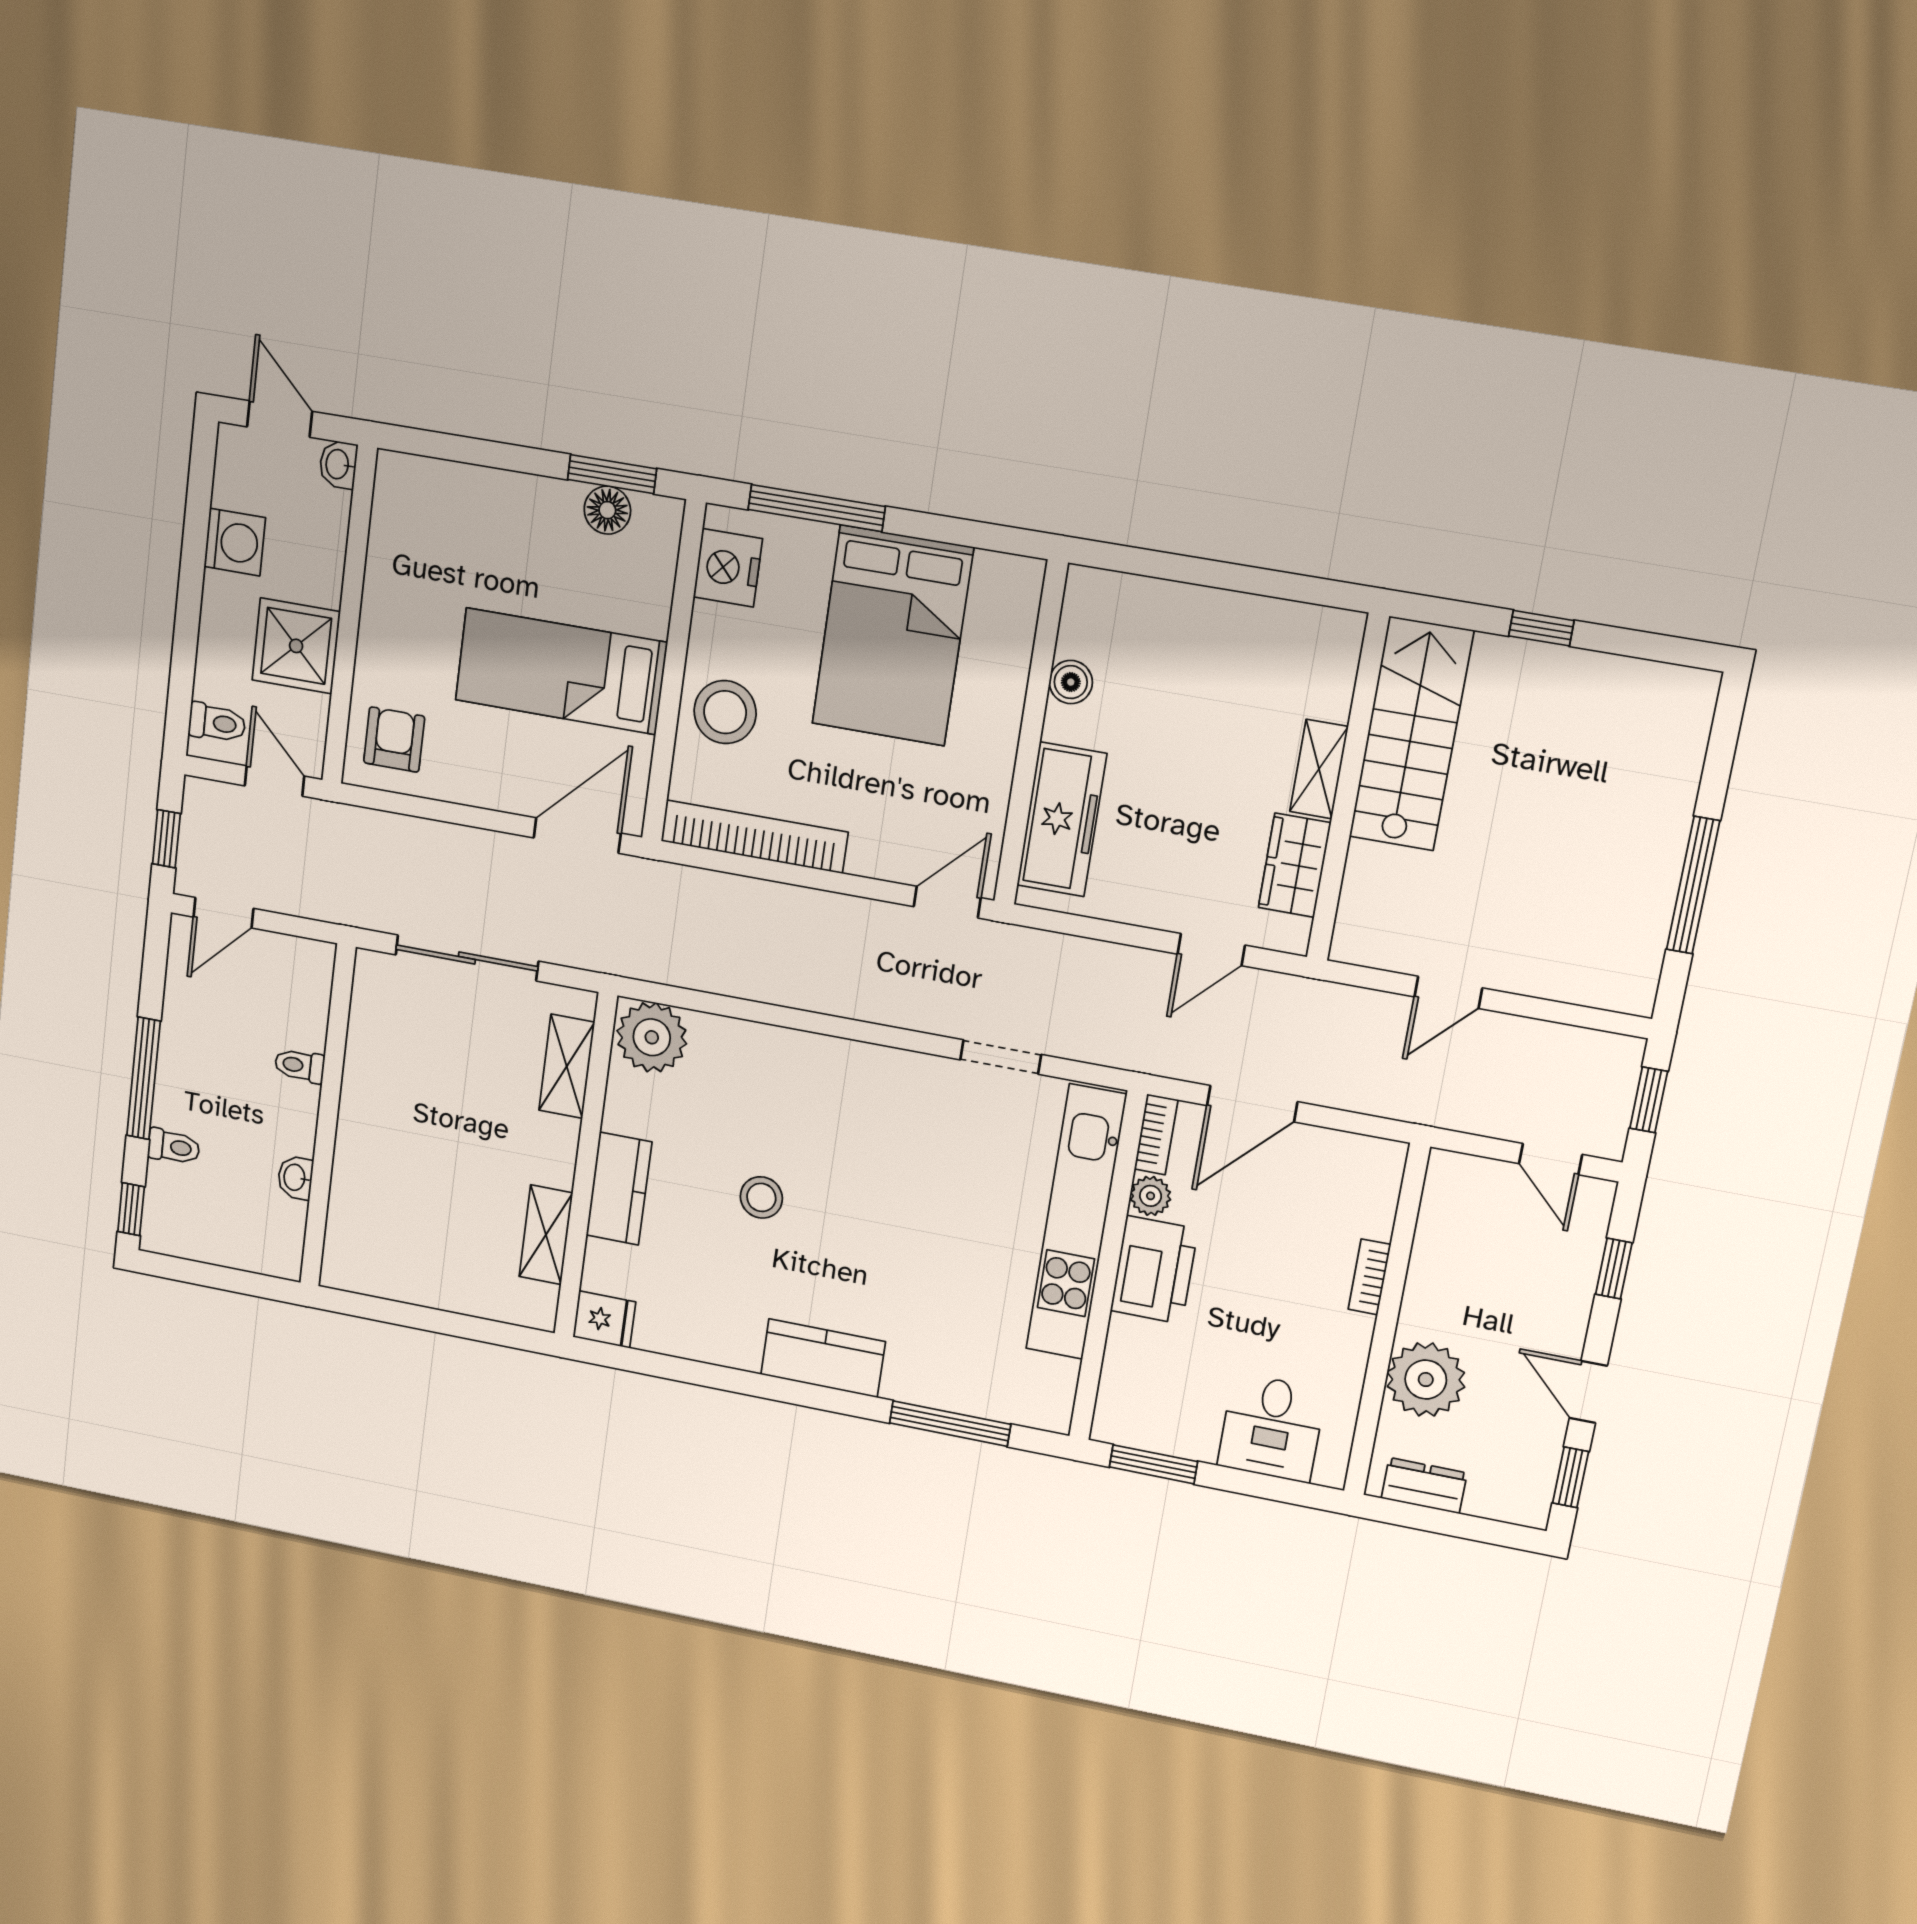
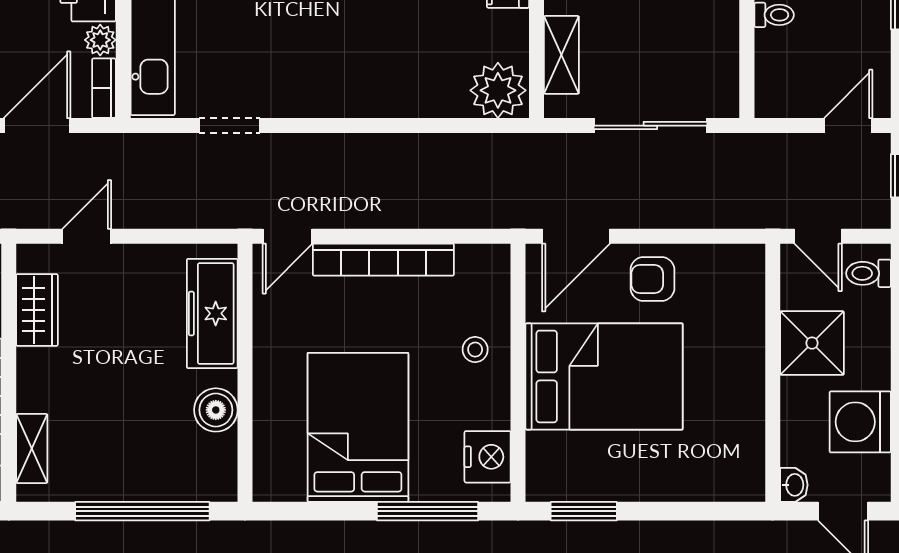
floor lamp: (607, 510) -> (584, 484), removed
washing machine: (235, 542) -> (860, 422), width x1.37, depth x1.37
window: (1198, 571) -> (142, 511), added
bed: (561, 671) -> (604, 376), width x1.50
boiler: (1071, 682) -> (216, 410), width x1.36, depth x1.36
stool: (725, 712) -> (475, 350), width x0.53, depth x0.53
armchair: (394, 740) -> (652, 279), moved, turned 90
shelving: (1319, 769) -> (32, 449), moved
bookcase: (754, 837) -> (383, 260), moved

